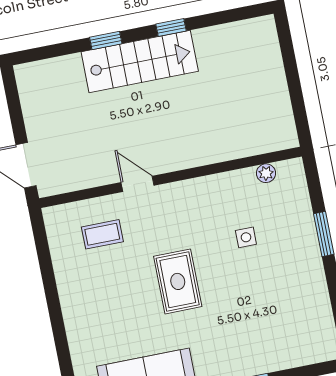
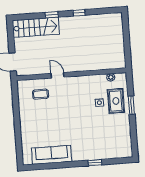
stairs: (140, 62) -> (36, 27), moved
rug: (178, 281) -> (116, 101), moved

